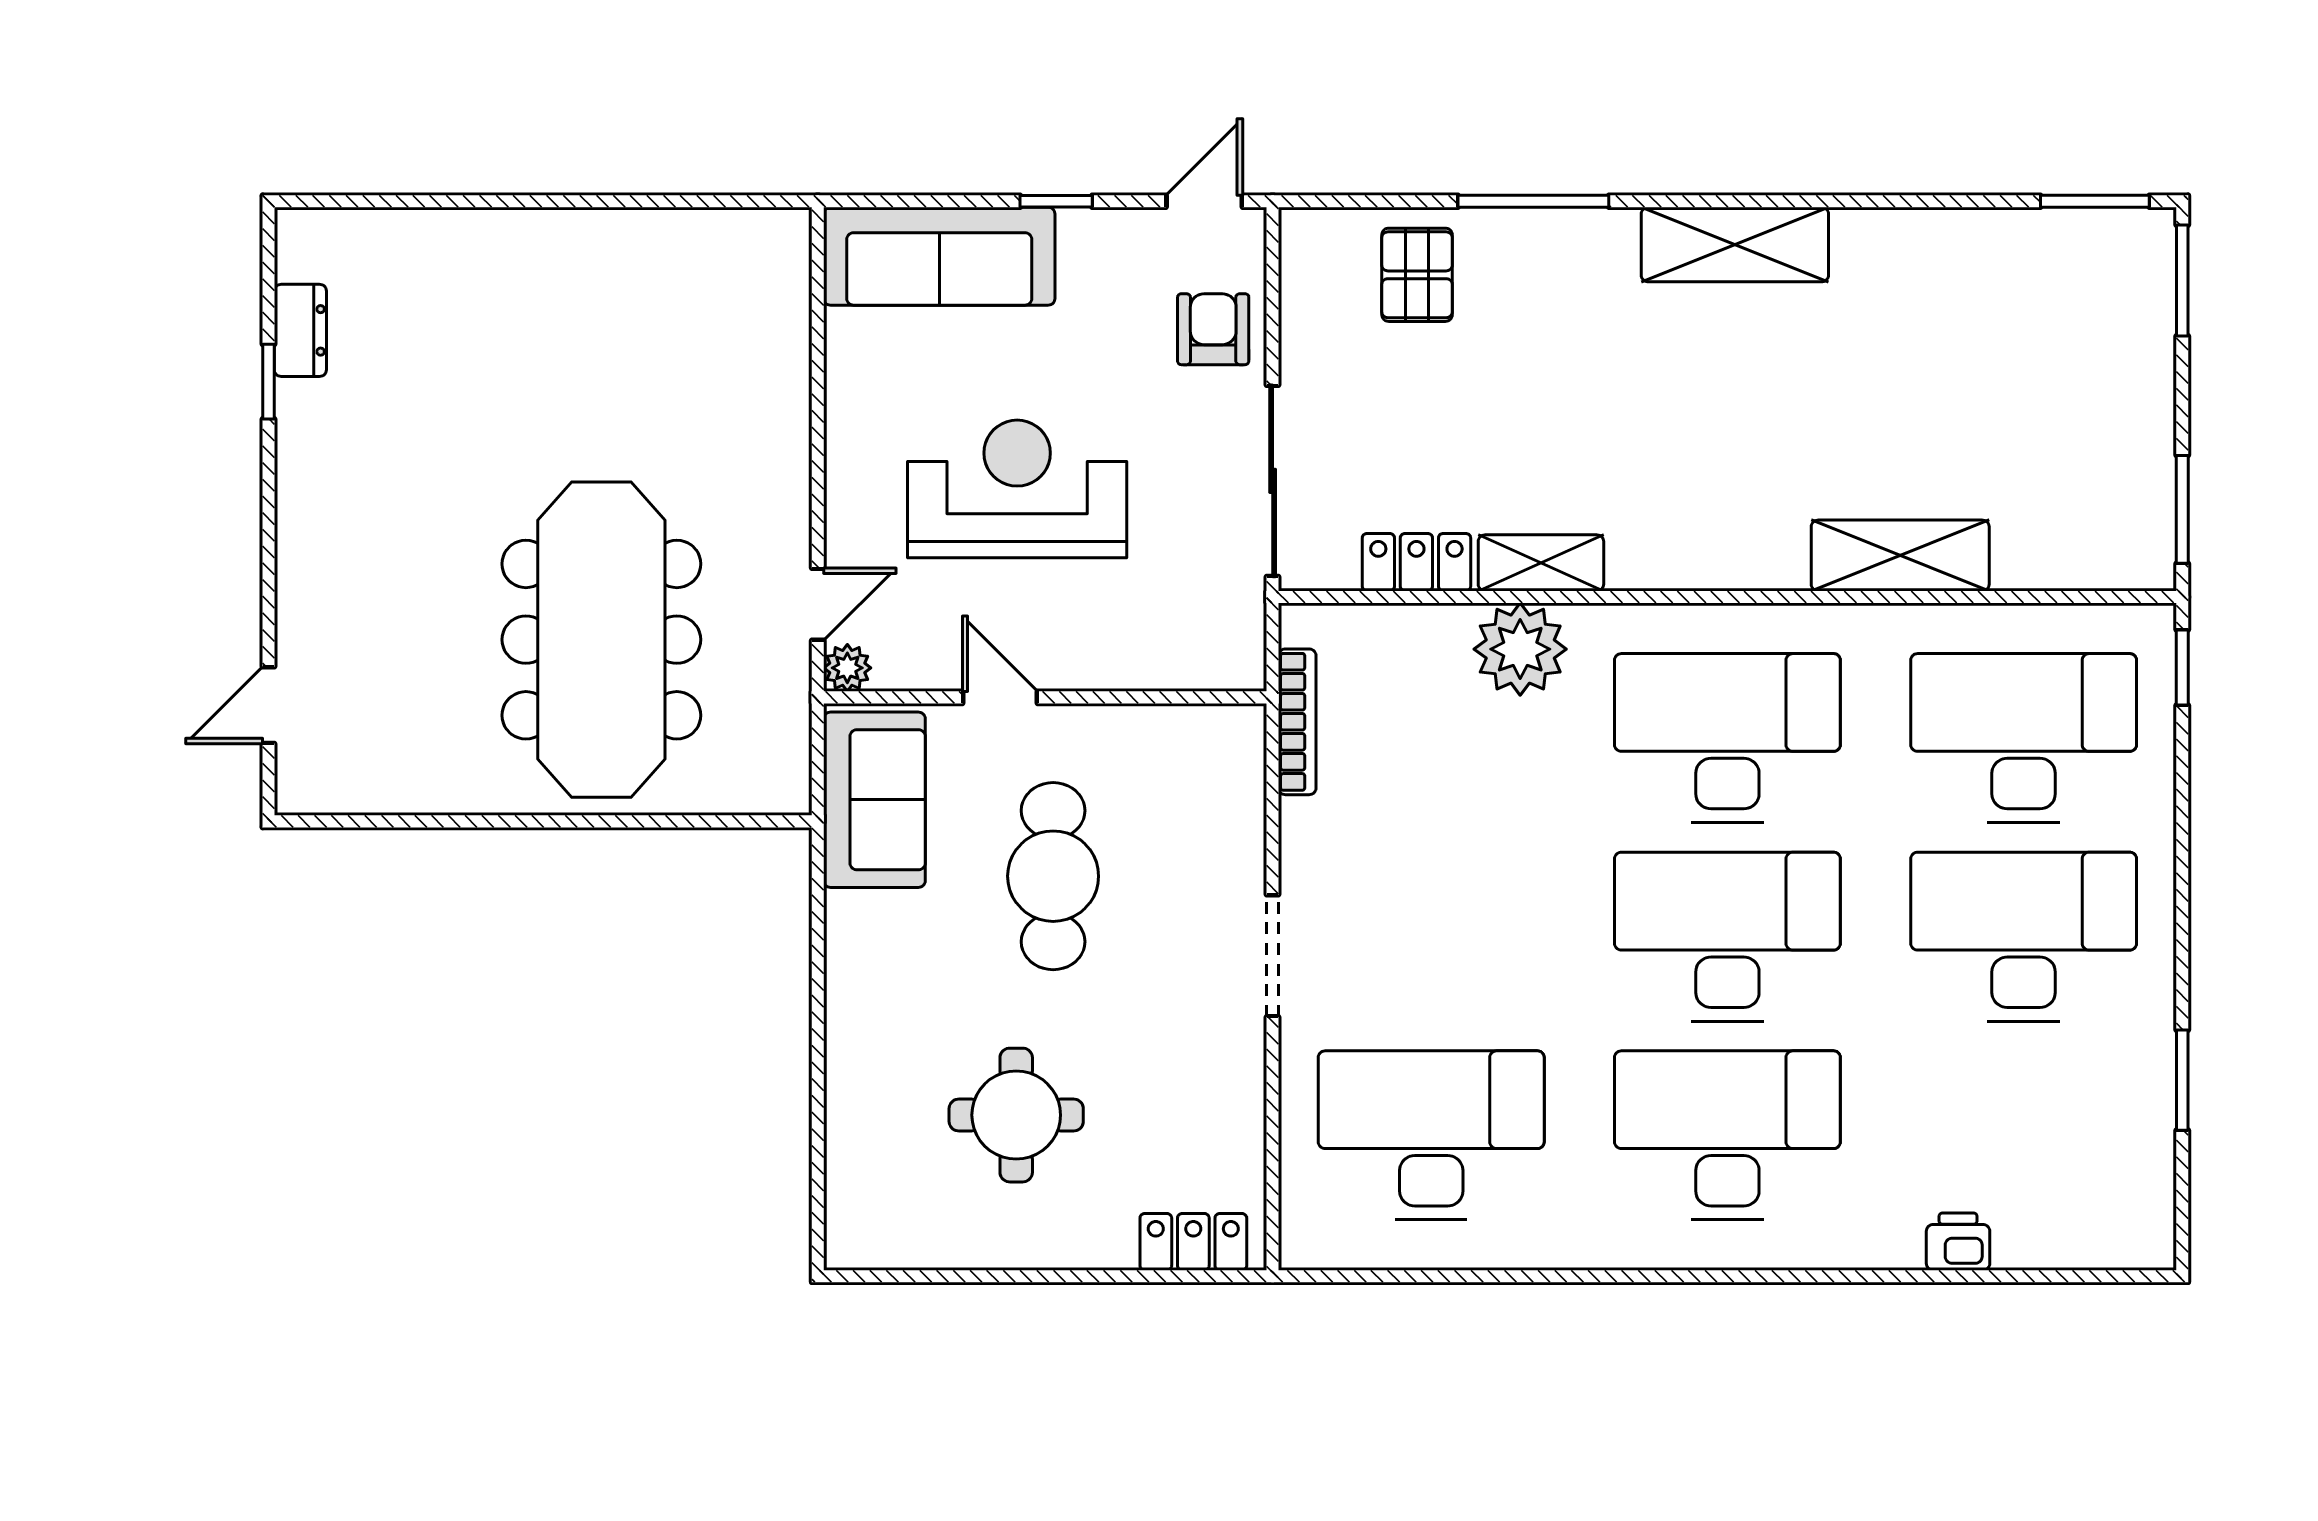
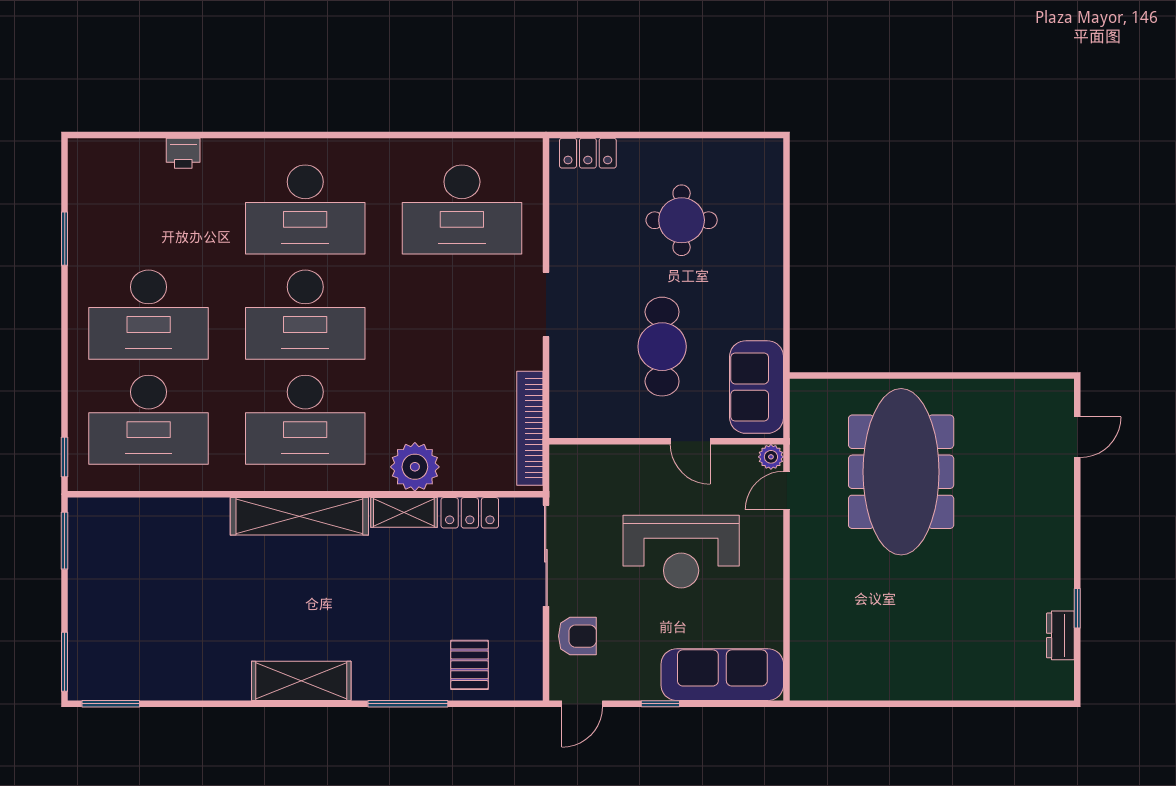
armchair: (1213, 329) -> (577, 636), turned -90
shelving: (1900, 555) -> (299, 516), moved, width x1.47
bookcase: (1297, 722) -> (530, 428), width x1.48, depth x1.31

